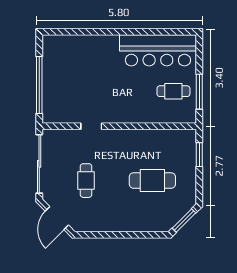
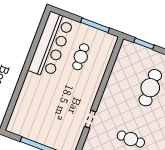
cafe table: (173, 91) -> (81, 57), moved

